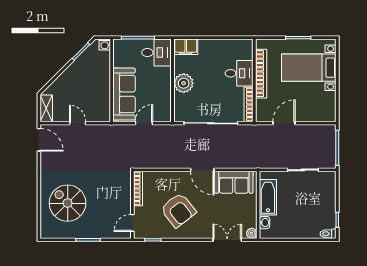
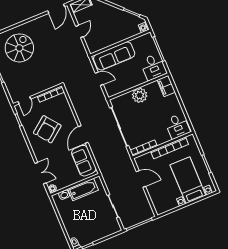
desk: (239, 73) -> (177, 126), moved
door: (132, 223) -> (24, 100), swing flipped

